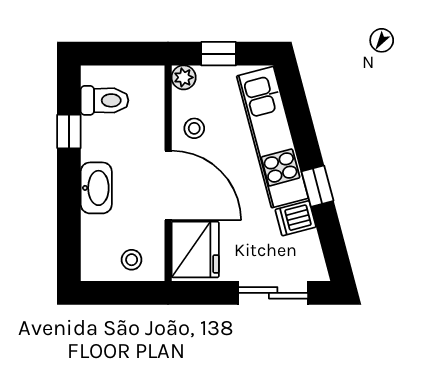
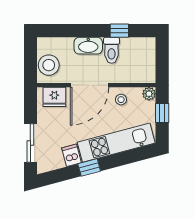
toilet: (105, 100) -> (112, 50), moved
fridge: (195, 249) -> (54, 97), width x0.73, depth x0.75
stool: (132, 260) -> (49, 65), width x1.89, depth x1.89

